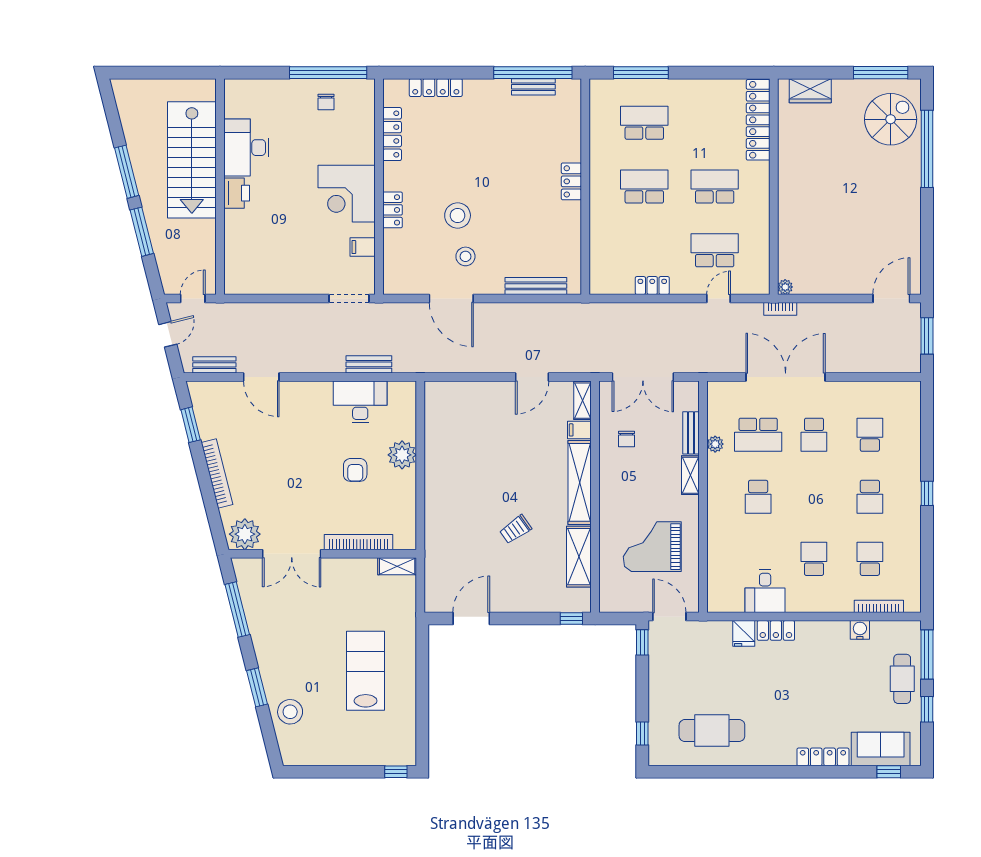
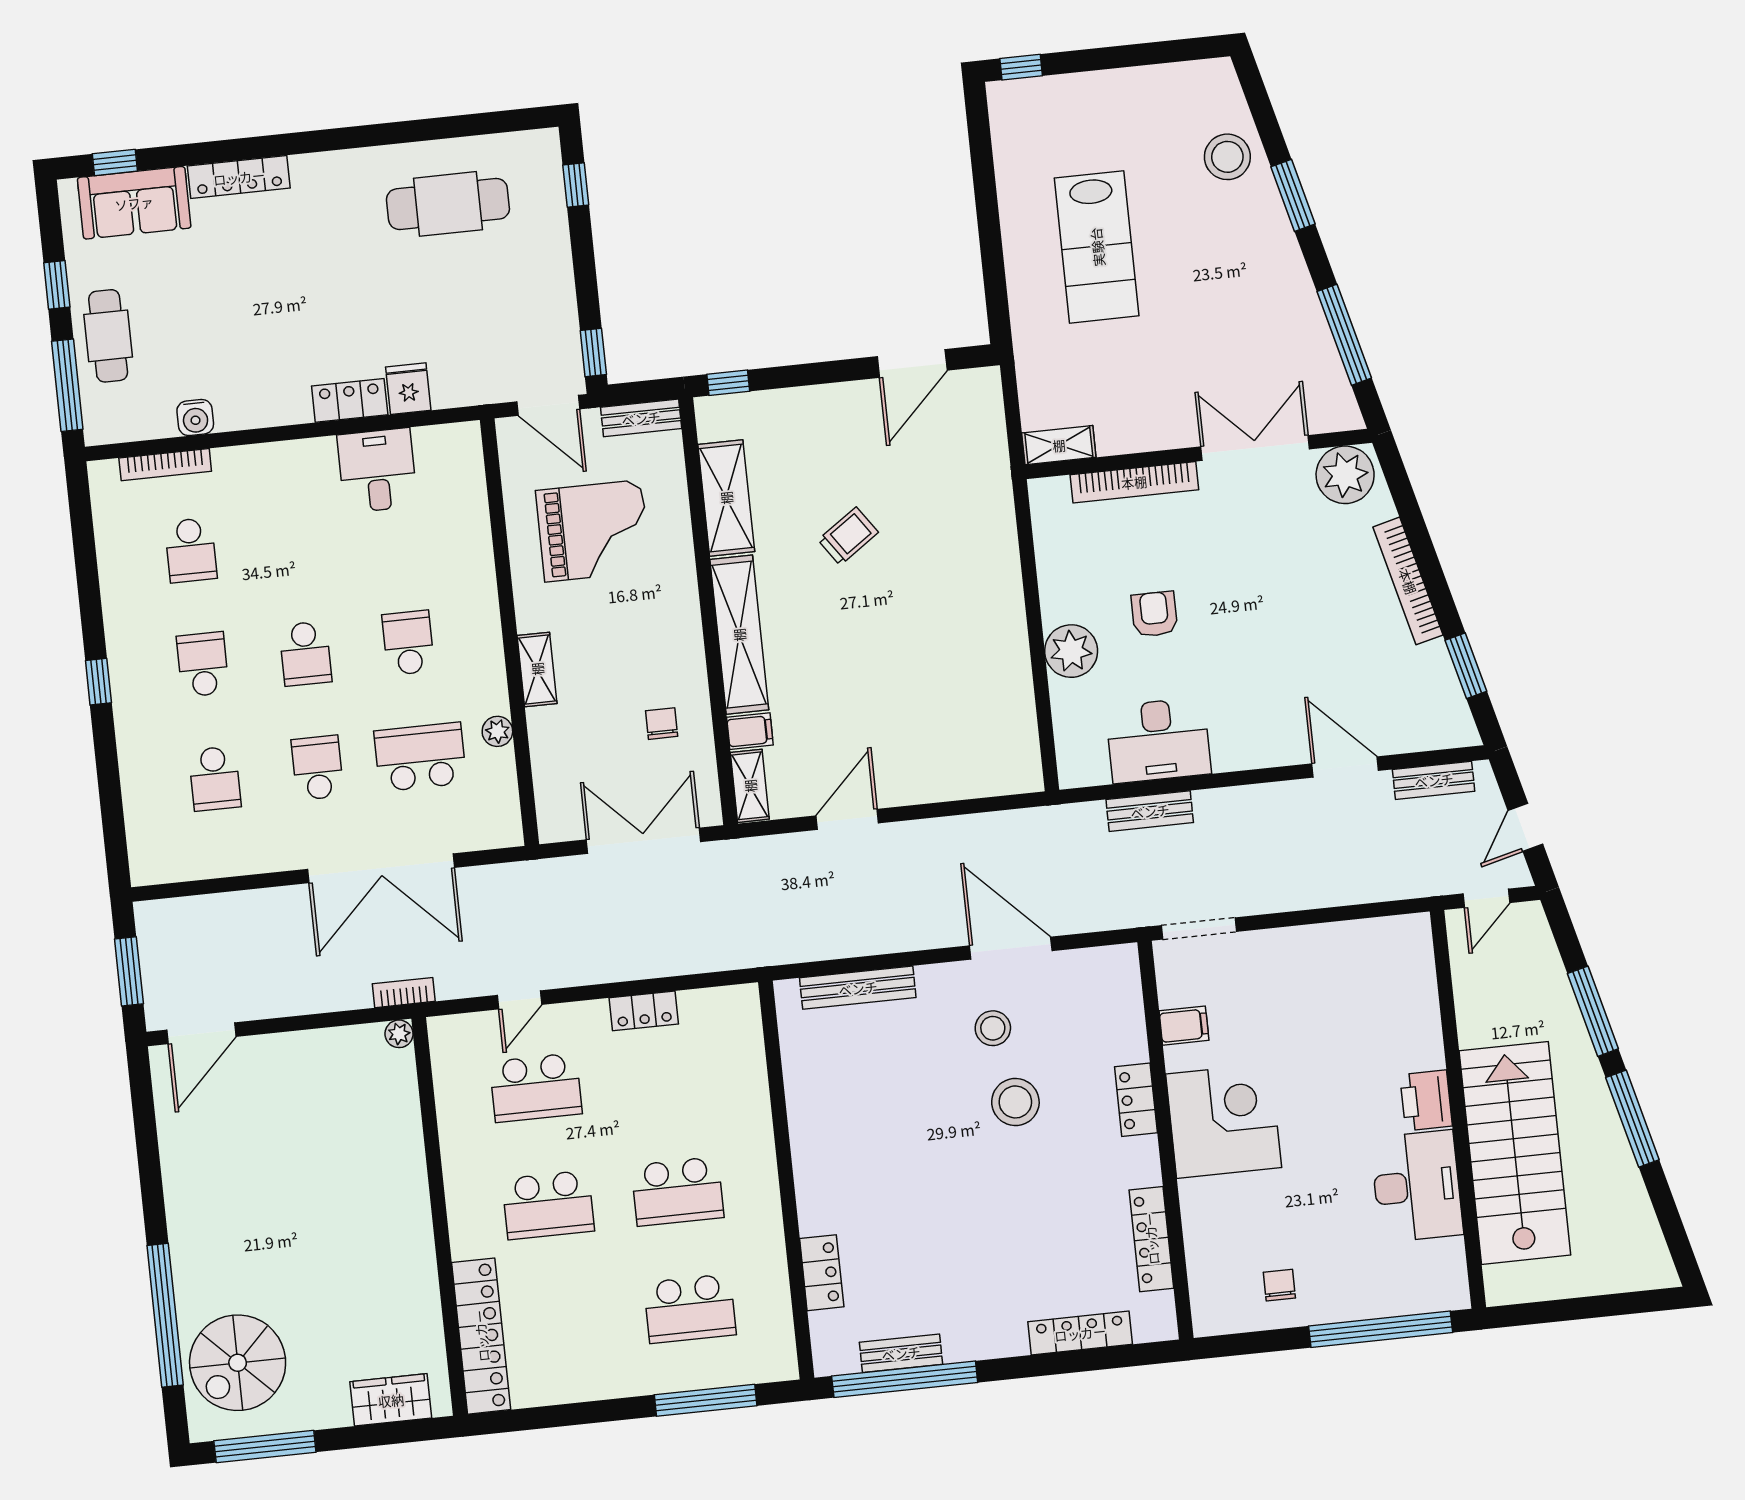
window: (328, 73) -> (1381, 1329), moved
locker: (571, 181) -> (822, 1273), moved
bench: (691, 433) -> (641, 418), moved, turned 90
school desk: (814, 559) -> (305, 654), moved

